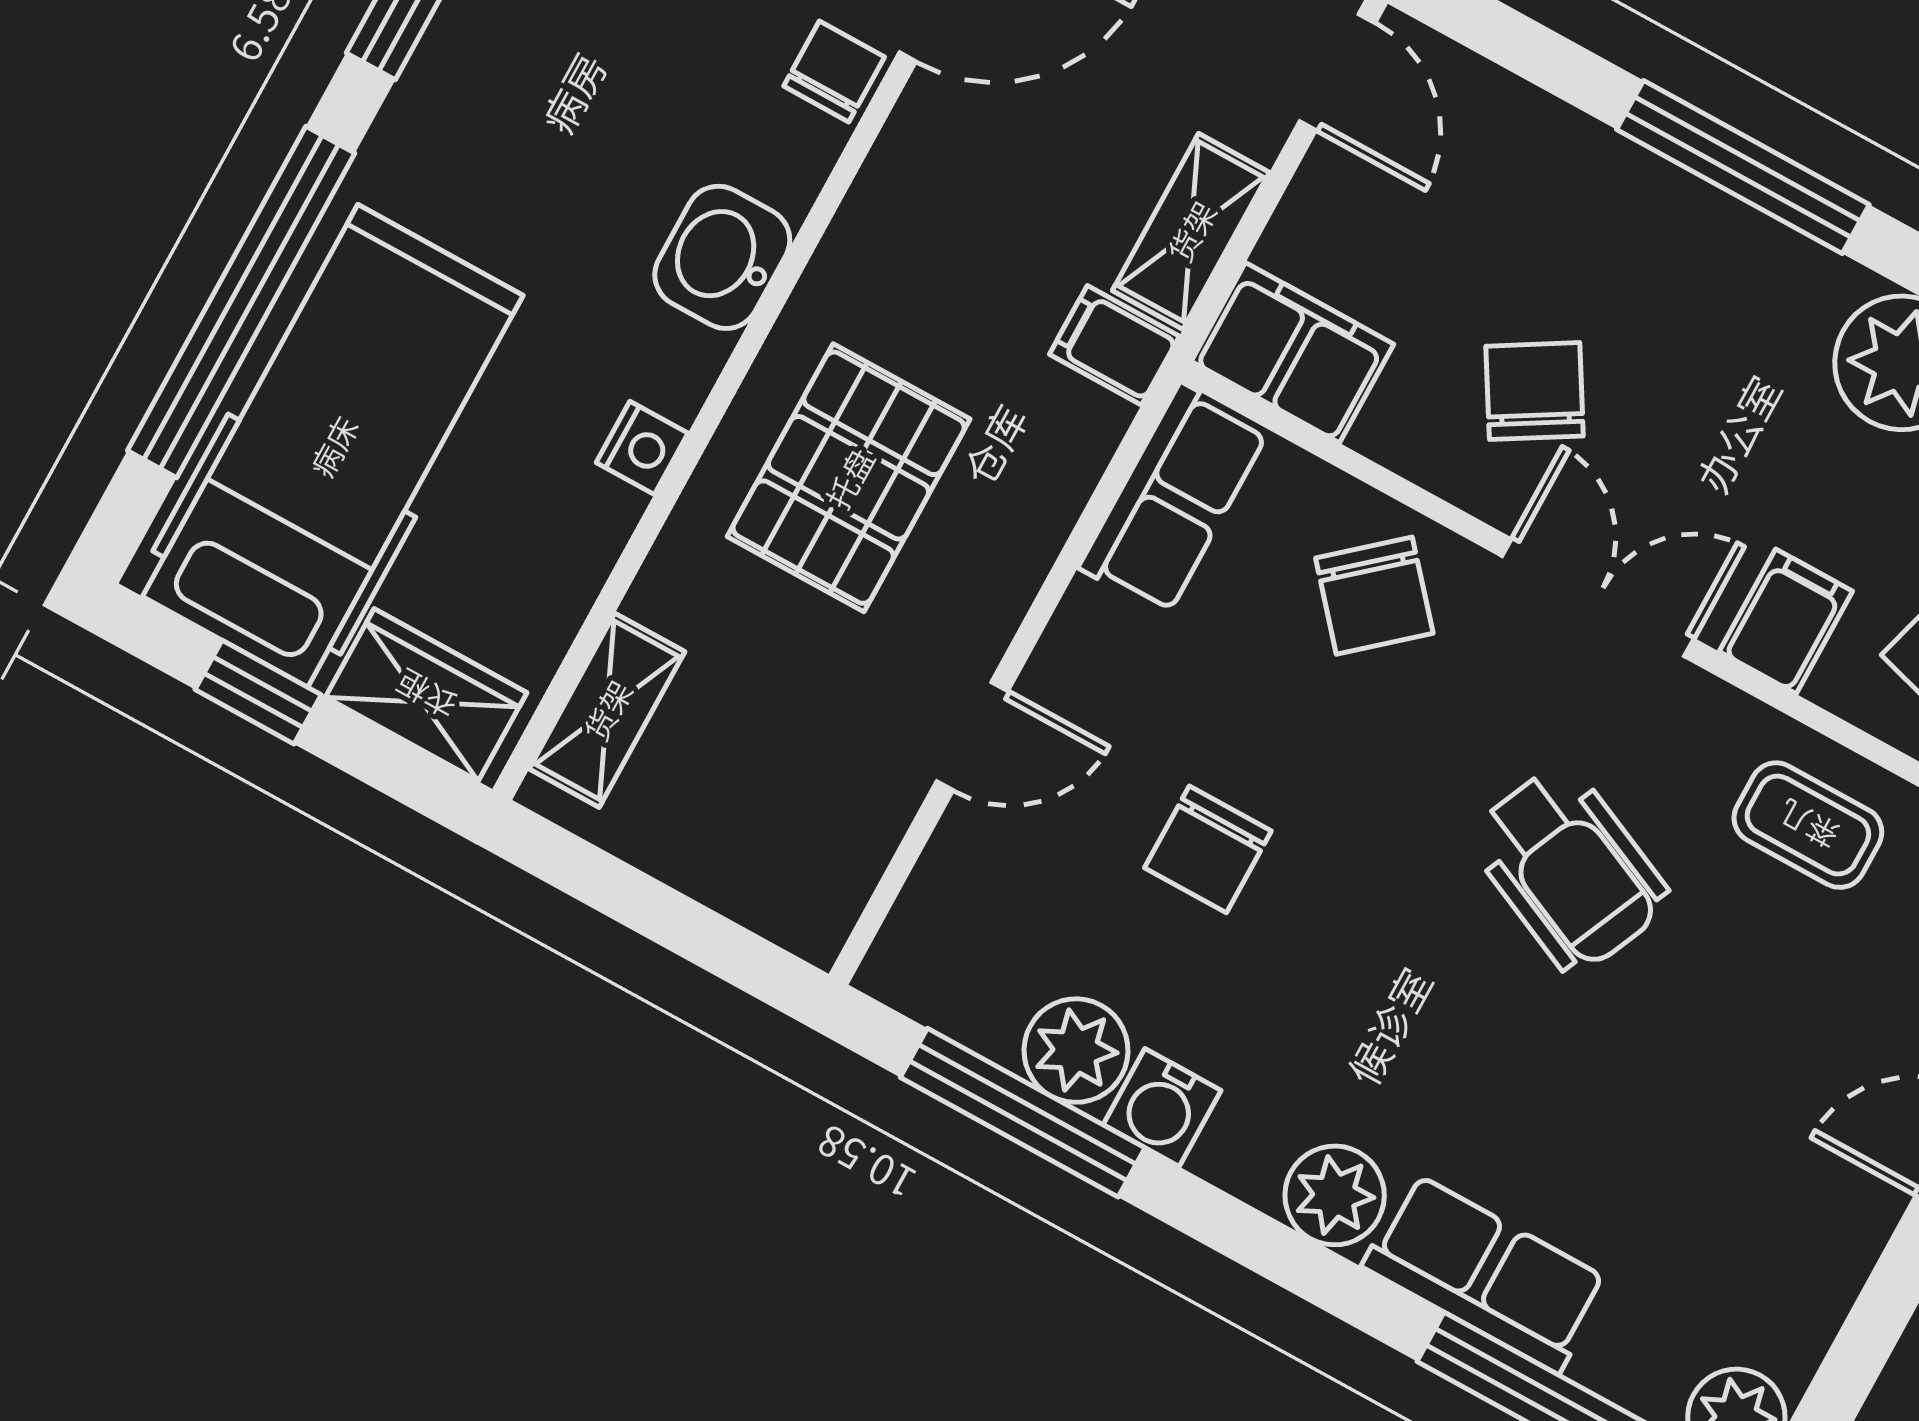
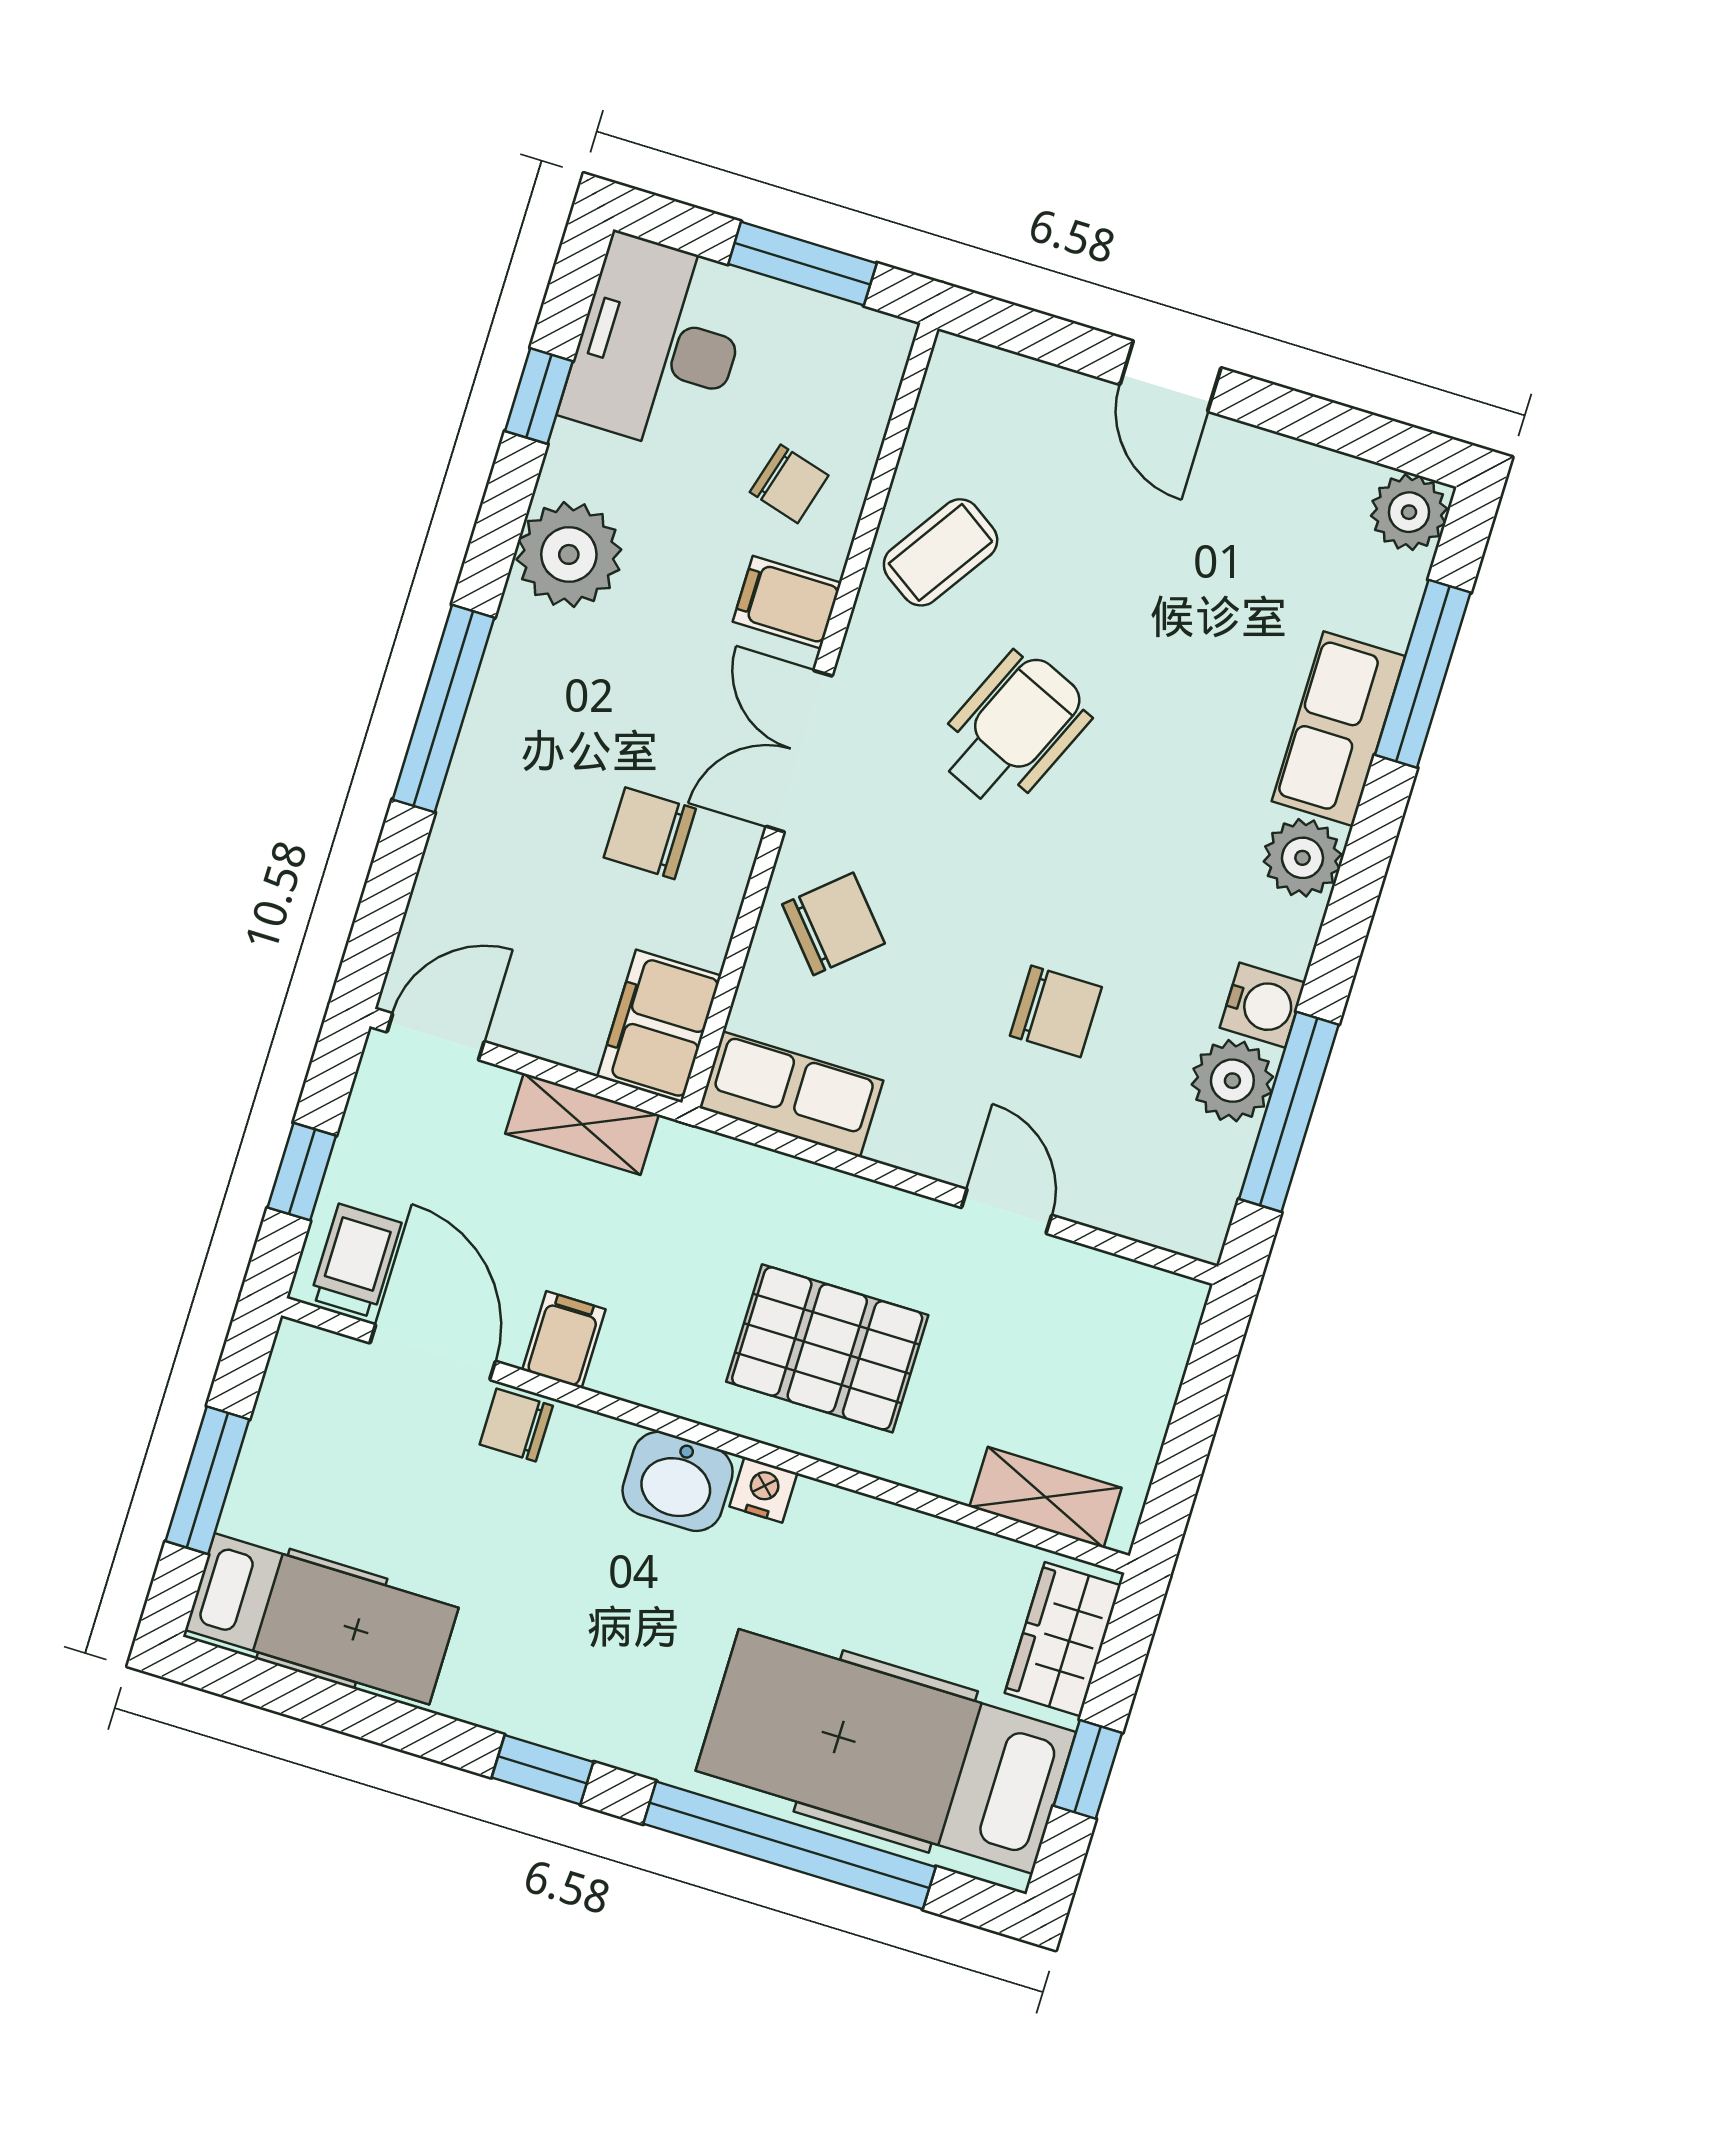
filing cabinet: (1114, 345) -> (564, 1340), moved, turned 180
chair: (1535, 391) -> (650, 833), turned 31
nightstand: (642, 448) -> (763, 1490), moved
coffee table: (1808, 825) -> (941, 552), turned 34

